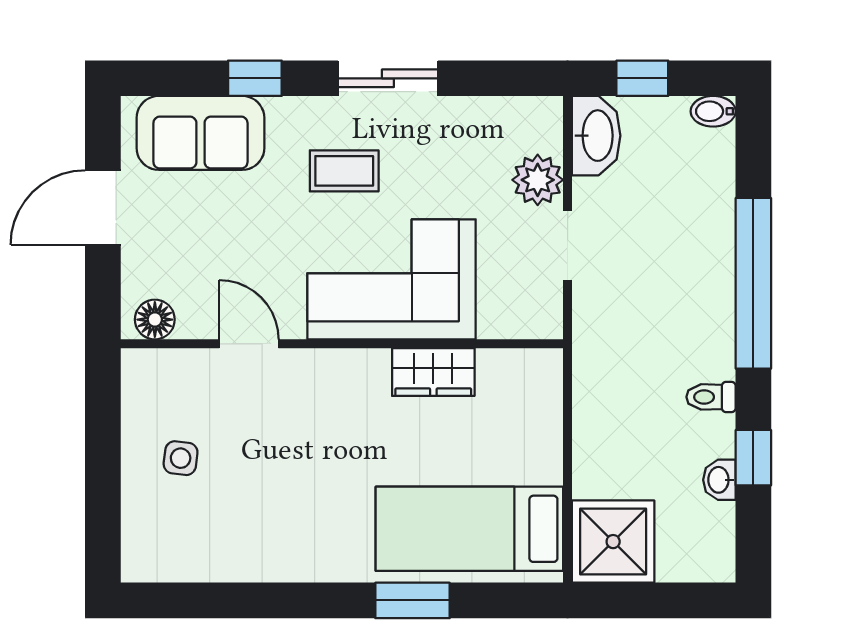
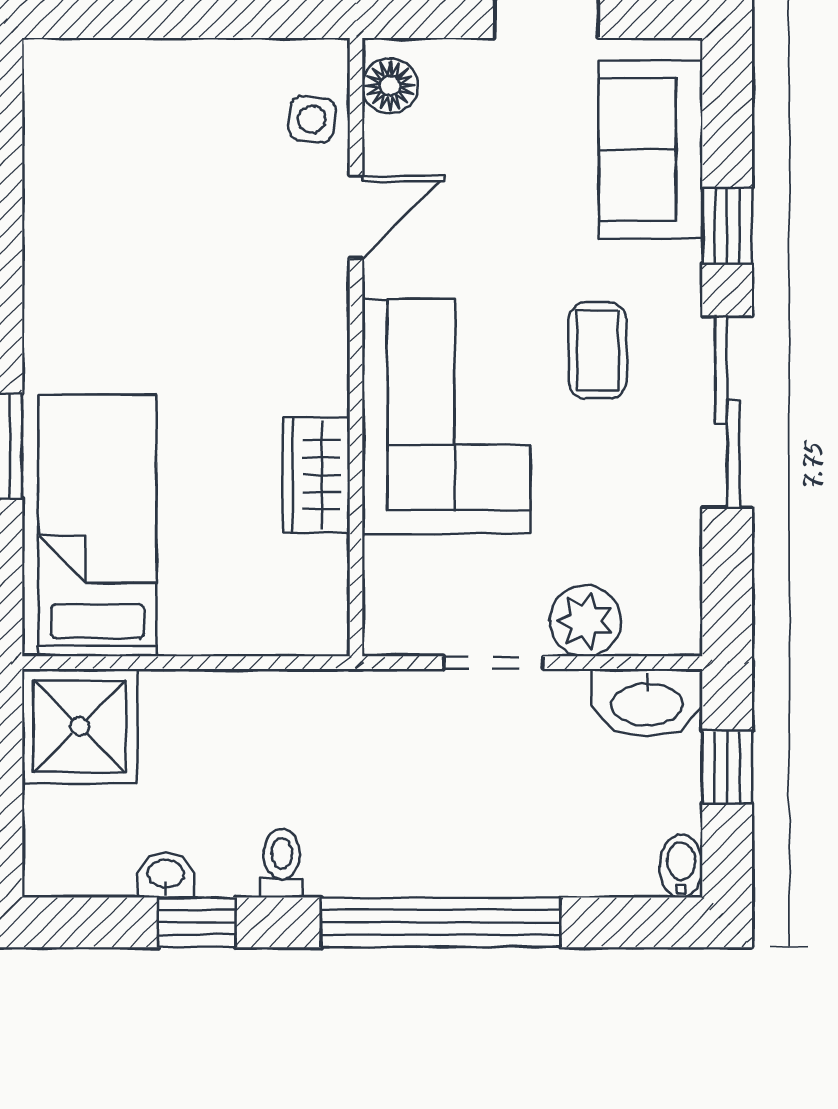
sliding door: (388, 78) -> (727, 412), width x1.37
side table: (181, 458) -> (312, 119), moved

